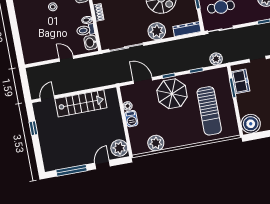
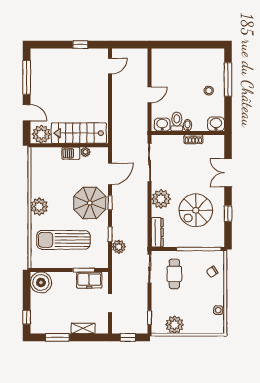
plant: (216, 59) -> (119, 247), moved
door: (47, 98) -> (110, 66), hinge flipped
stairs: (81, 103) -> (79, 133), moved, turned 90
plant: (156, 143) -> (39, 207), moved

